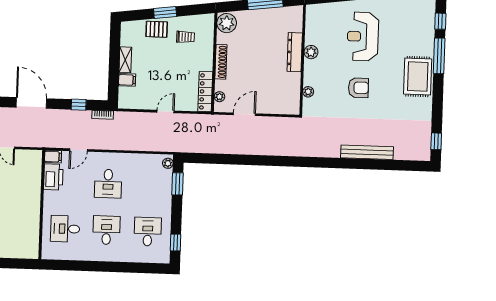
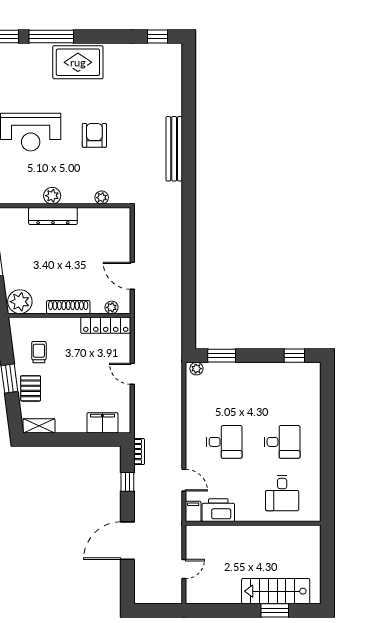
shelving: (125, 60) -> (39, 426), moved
filing cabinet: (127, 80) -> (102, 423), width x2.00
bench: (367, 152) -> (174, 149), moved
desk: (106, 230) -> (282, 442), turned 180
desk: (148, 232) -> (282, 391), removed

